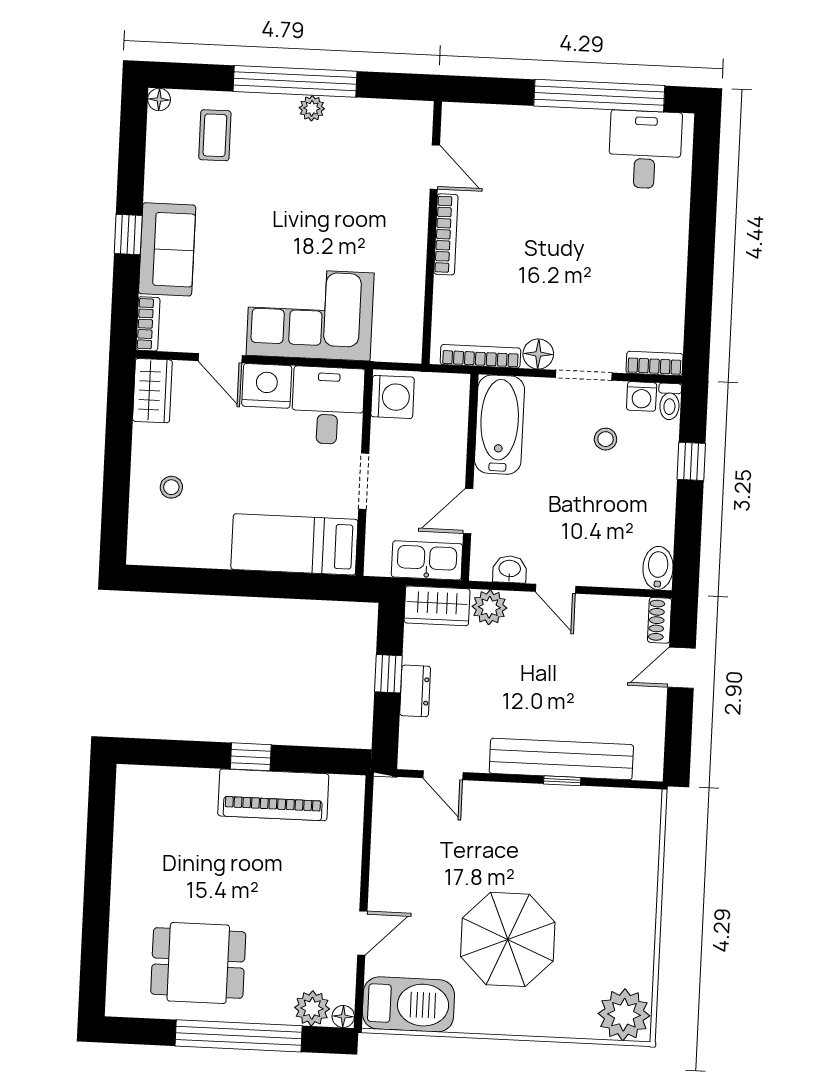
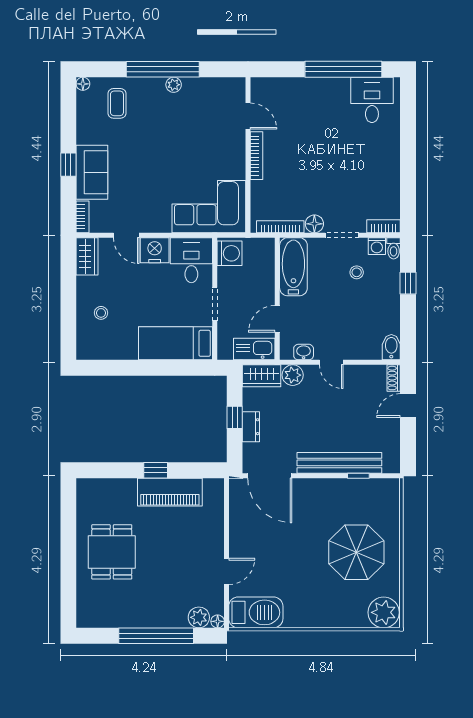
corner sofa: (310, 314) -> (209, 207), moved
door: (443, 775) -> (270, 476), width x1.88
window: (562, 781) -> (358, 476), moved
parasol: (508, 939) -> (356, 552), moved
dining table: (198, 963) -> (112, 552), moved, turned 90

